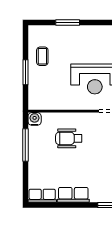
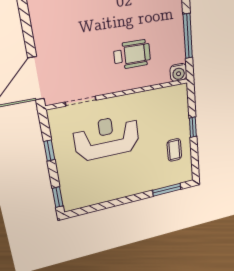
window: (68, 22) -> (167, 190), moved
window: (25, 72) -> (193, 127), width x0.67

